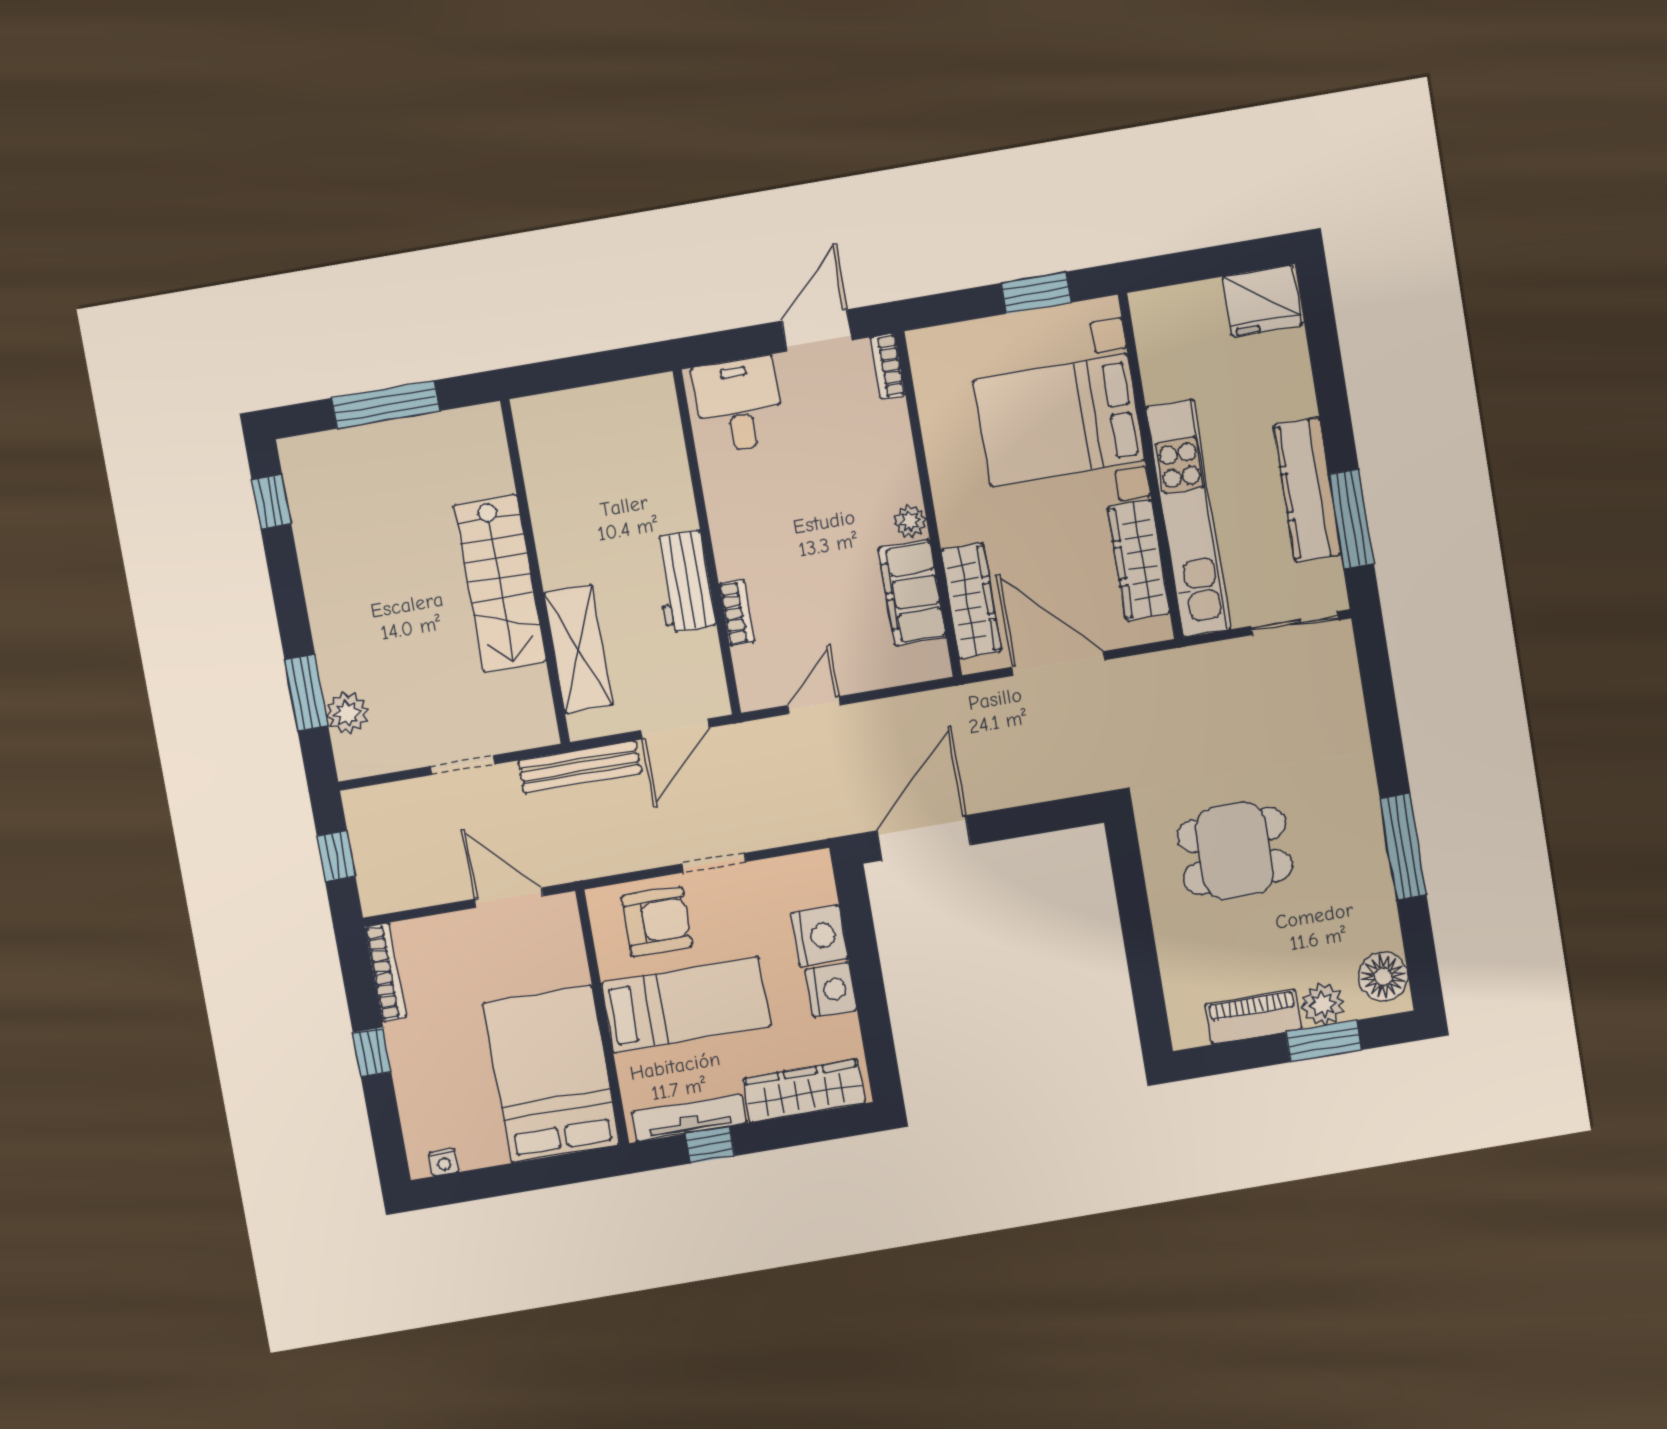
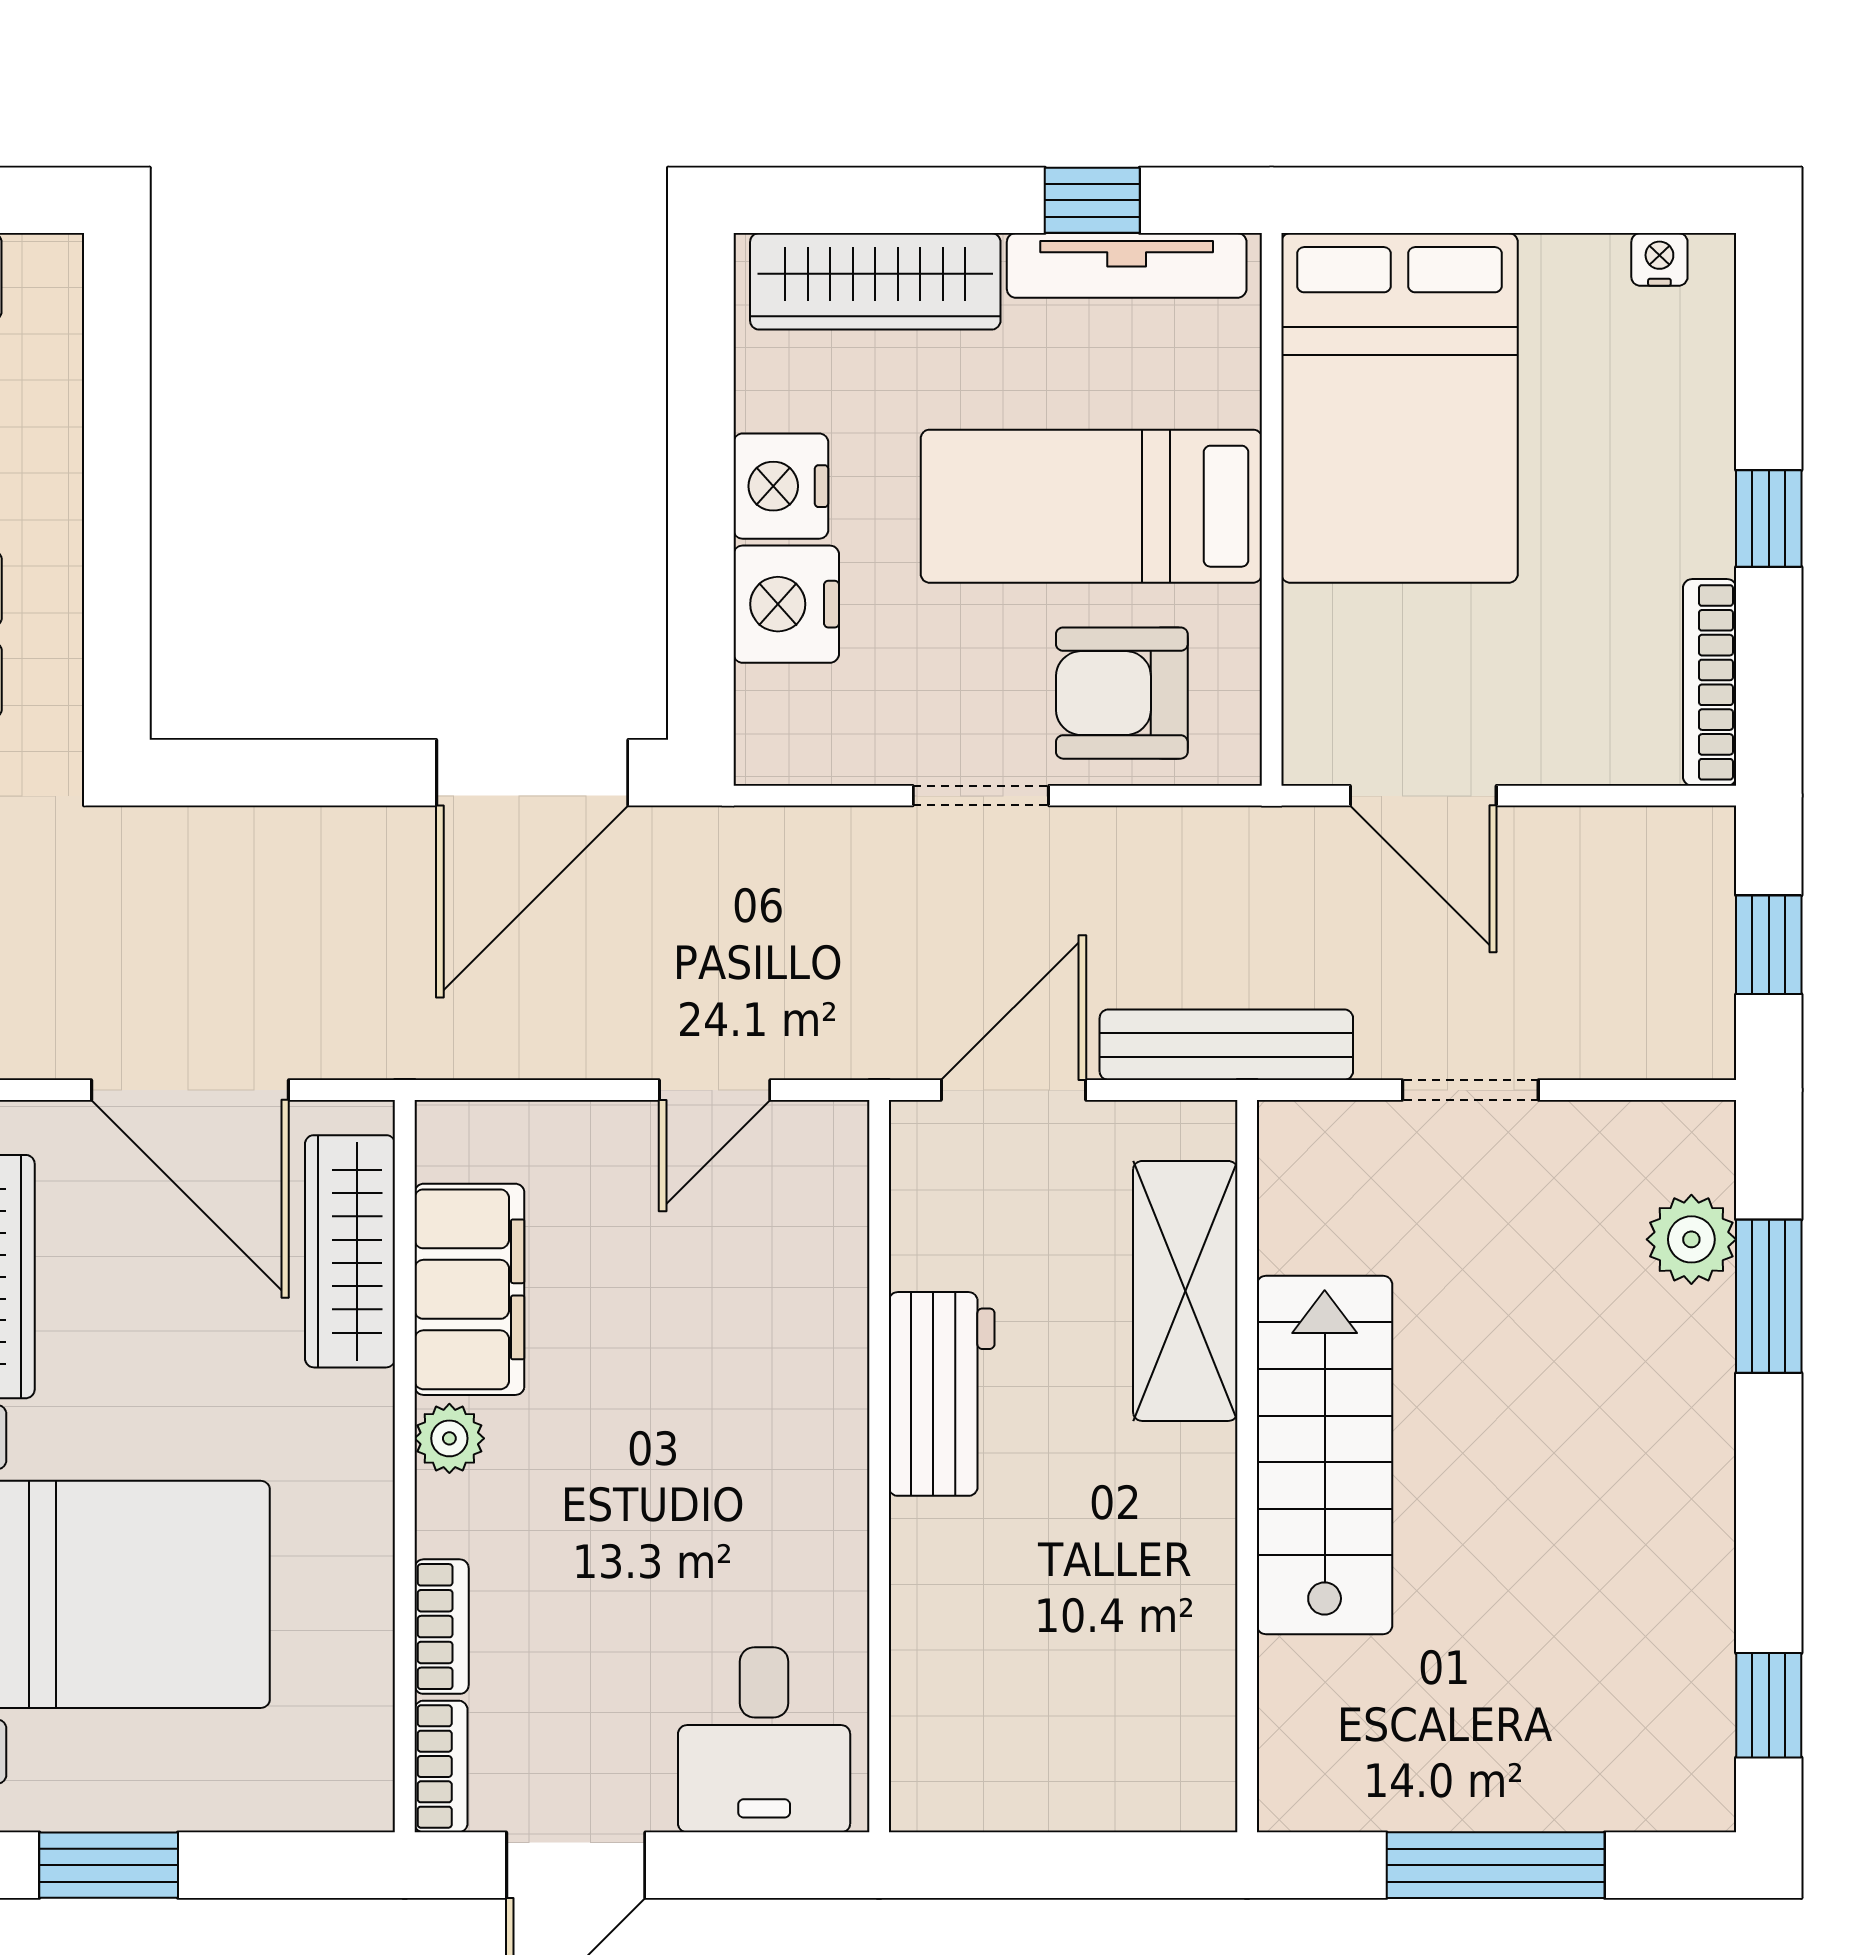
bookcase: (737, 613) -> (442, 1627), moved, turned 180

